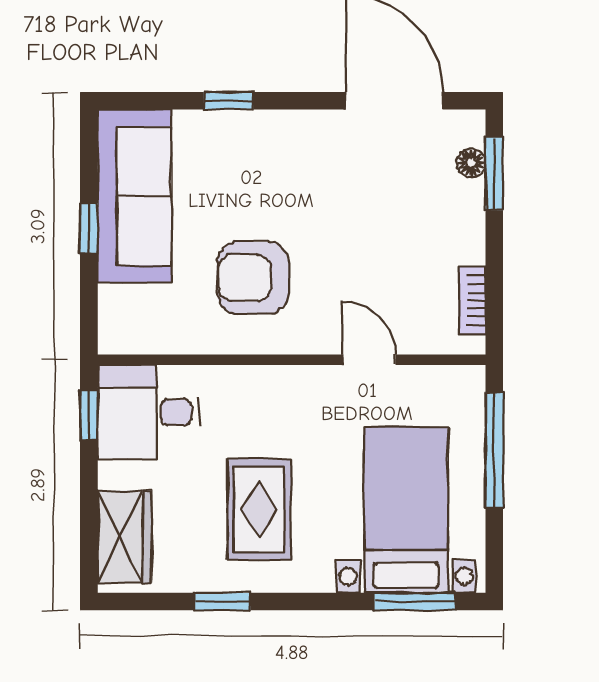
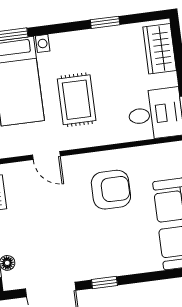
window: (229, 101) -> (104, 282), moved
rug: (259, 509) -> (77, 100), moved

